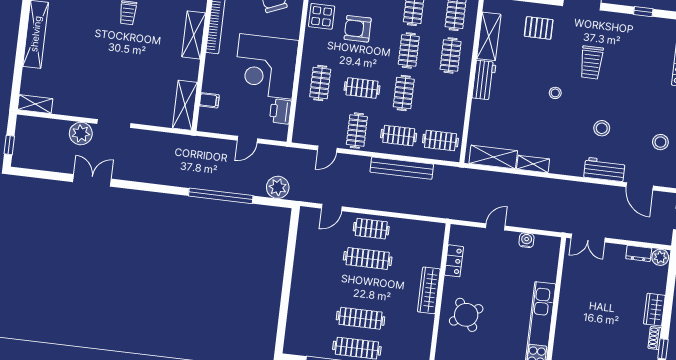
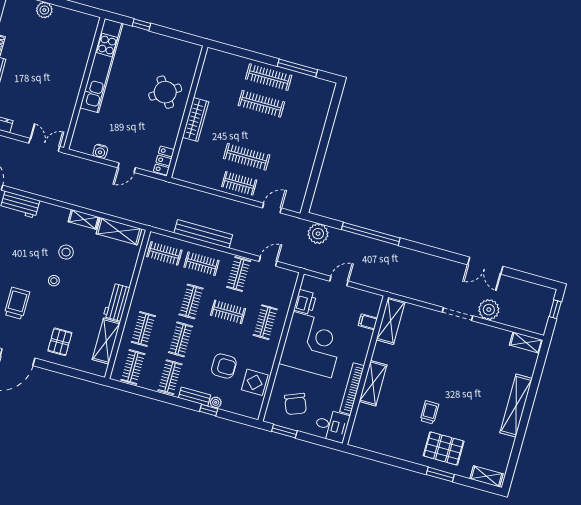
pallet: (539, 28) -> (60, 342), turned 90
stool: (602, 128) -> (66, 252), moved
locker: (454, 261) -> (164, 161), moved

